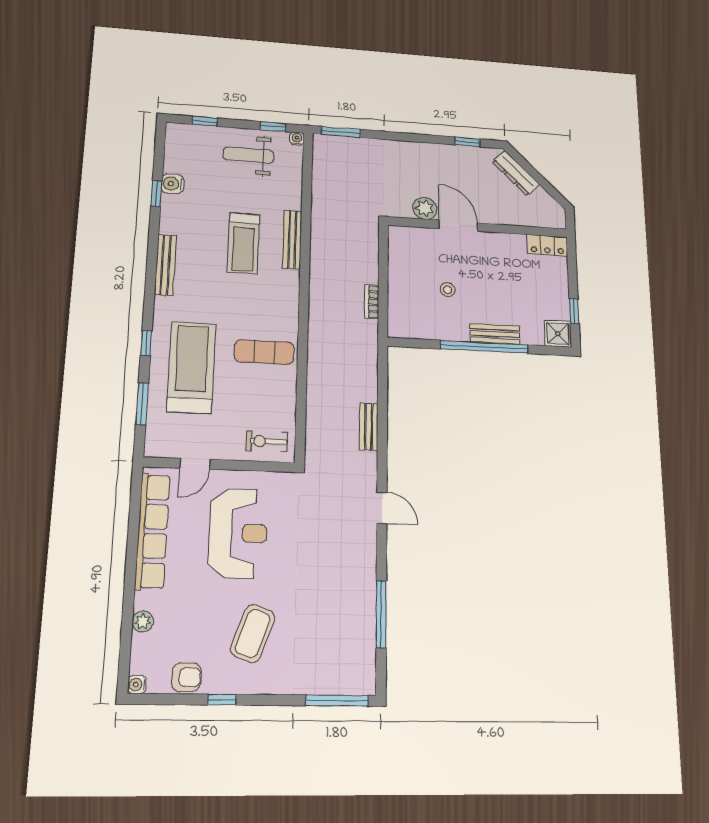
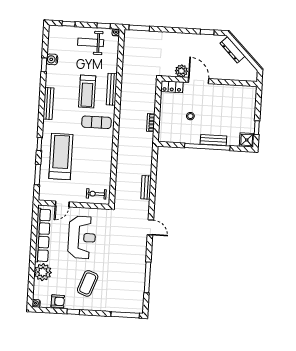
locker: (547, 245) -> (172, 87), moved
exercise mat: (264, 352) -> (96, 122), moved
plant: (143, 621) -> (43, 272), width x1.88, depth x1.88

